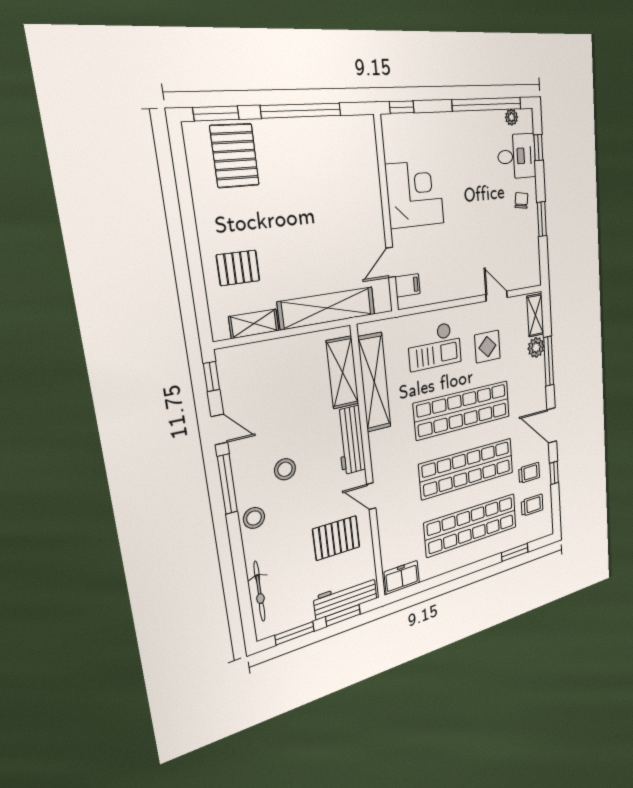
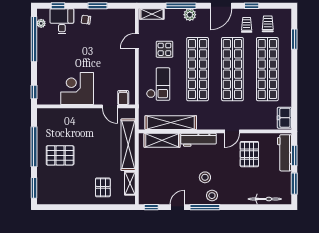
pallet: (235, 156) -> (60, 155), moved
plant: (536, 347) -> (190, 15), moved
stool: (254, 518) -> (212, 196), moved

